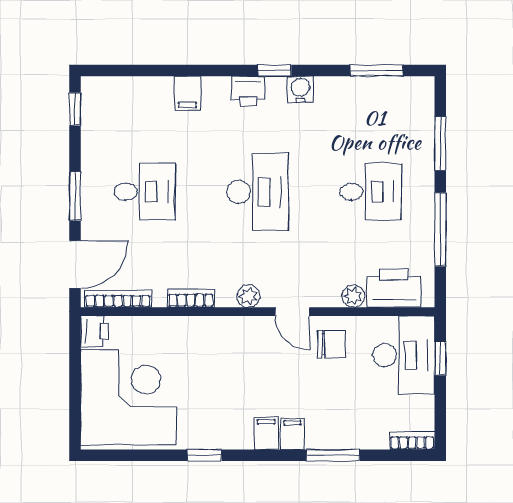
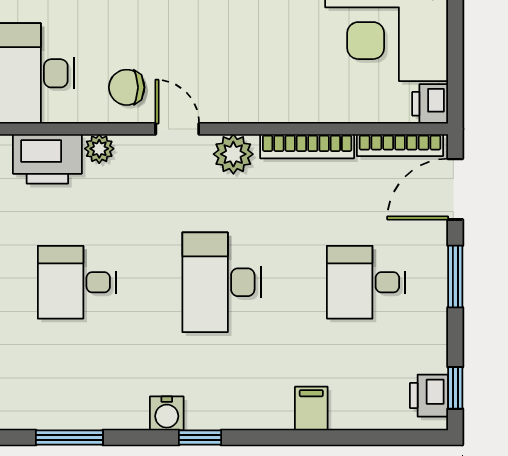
printer: (248, 91) -> (429, 396), moved, turned -90
plant: (248, 296) -> (233, 154), width x1.38, depth x1.38
bookcase: (191, 298) -> (307, 146), width x1.56

